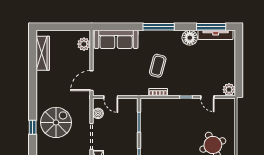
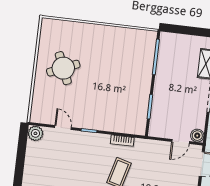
door: (111, 97) -> (181, 142), swing flipped
boiler: (98, 113) -> (197, 136), moved

